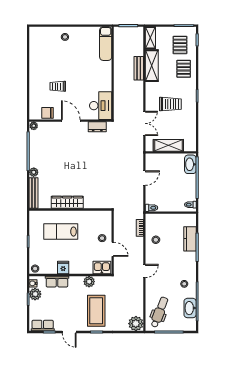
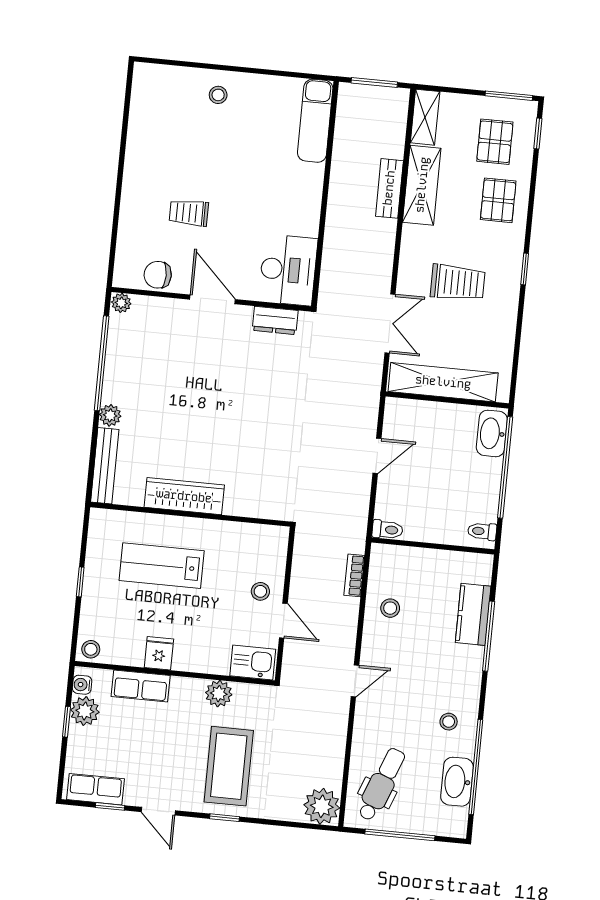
shelving: (168, 145) -> (443, 382), width x1.47

